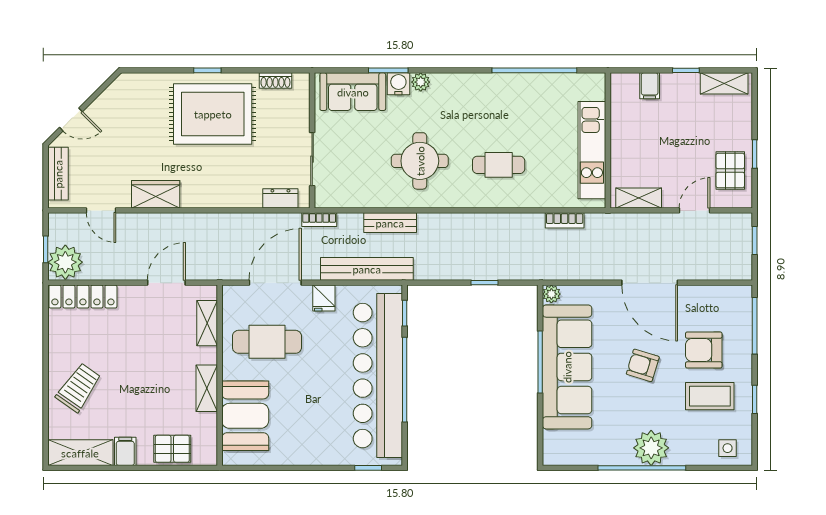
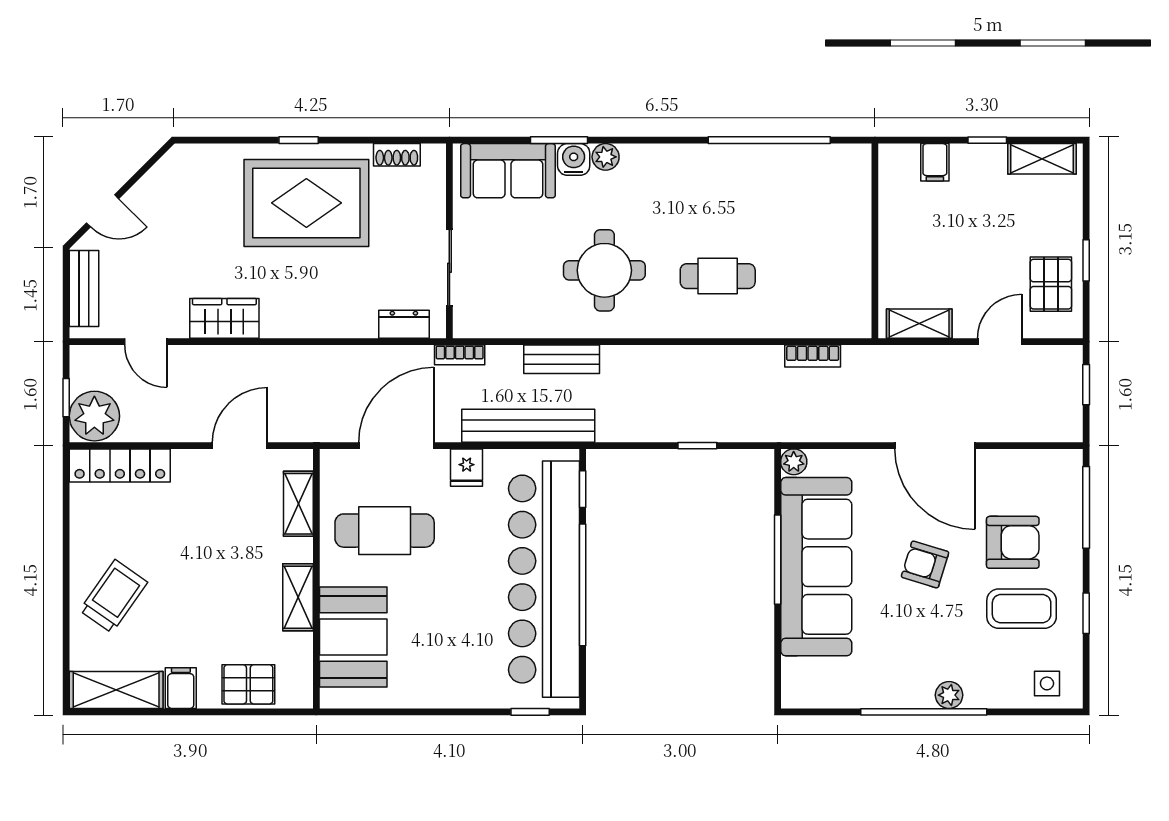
kitchen unit: (592, 150) -> (852, 255), removed
armchair: (704, 350) -> (1013, 542), turned 180
plant: (651, 448) -> (949, 695), width x0.53, depth x0.53

